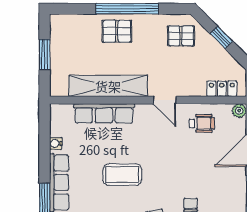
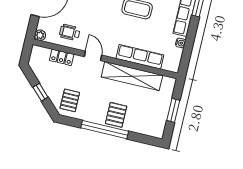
pallet: (117, 31) -> (116, 115), turned 90
pallet: (181, 36) -> (70, 100), turned 90
locker: (222, 89) -> (62, 57), moved

